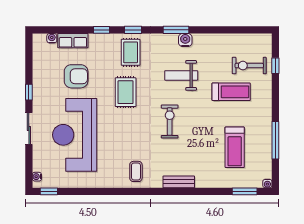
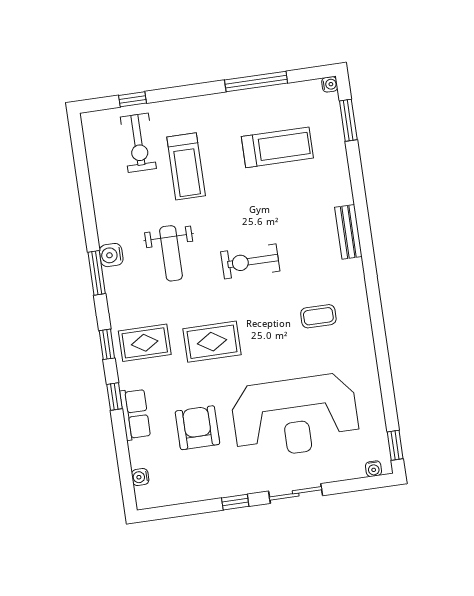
row of seats: (73, 41) -> (135, 414), moved
treadmill: (231, 92) -> (186, 166), turned 180
coffee table: (136, 171) -> (318, 316), moved

